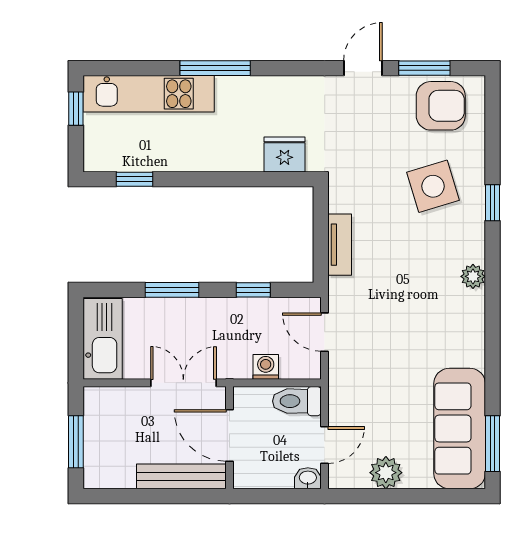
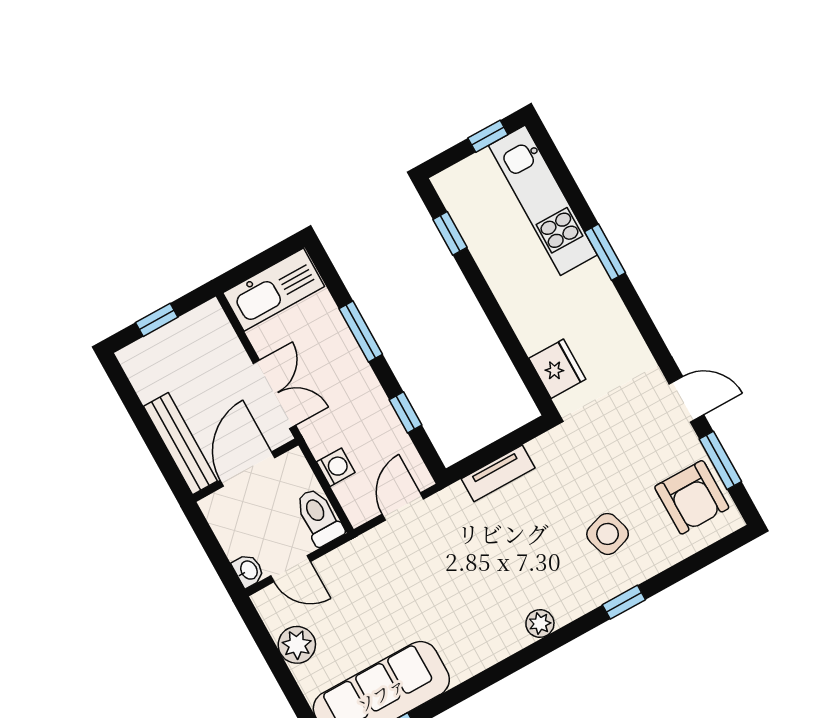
window: (215, 68) -> (605, 252), width x0.69
side table: (433, 186) -> (608, 534), width x0.73, depth x0.73
window: (76, 442) -> (157, 320), width x0.67

